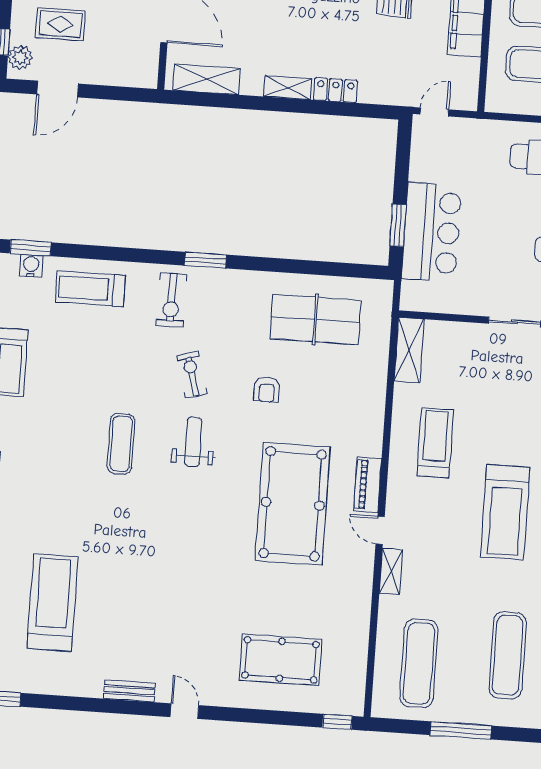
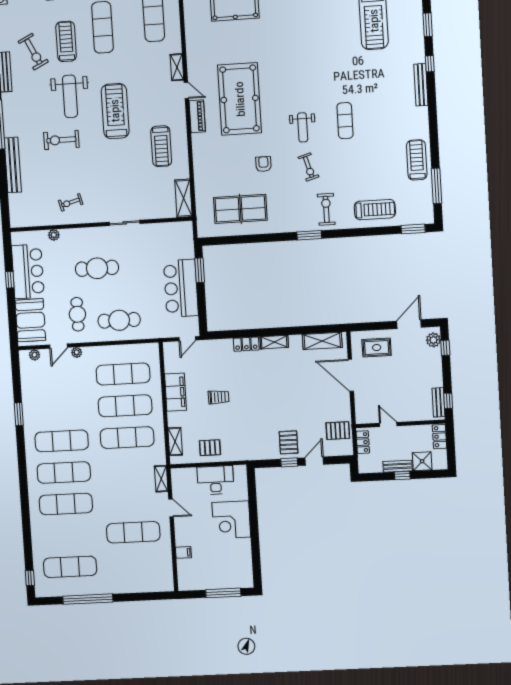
rug: (60, 24) -> (377, 348), moved
bar counter: (431, 232) -> (181, 288), moved
water cooler: (31, 266) -> (412, 218), removed

